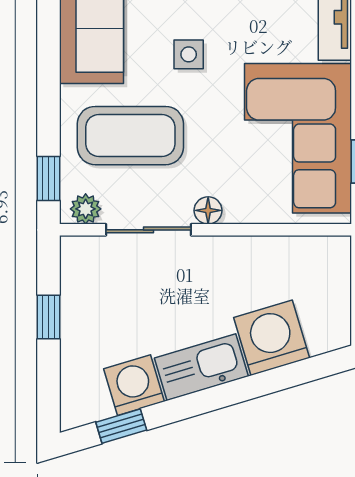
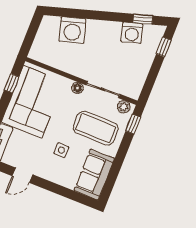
window: (49, 317) -> (164, 47), moved
kitchen sink: (201, 367) -> (104, 29), removed

